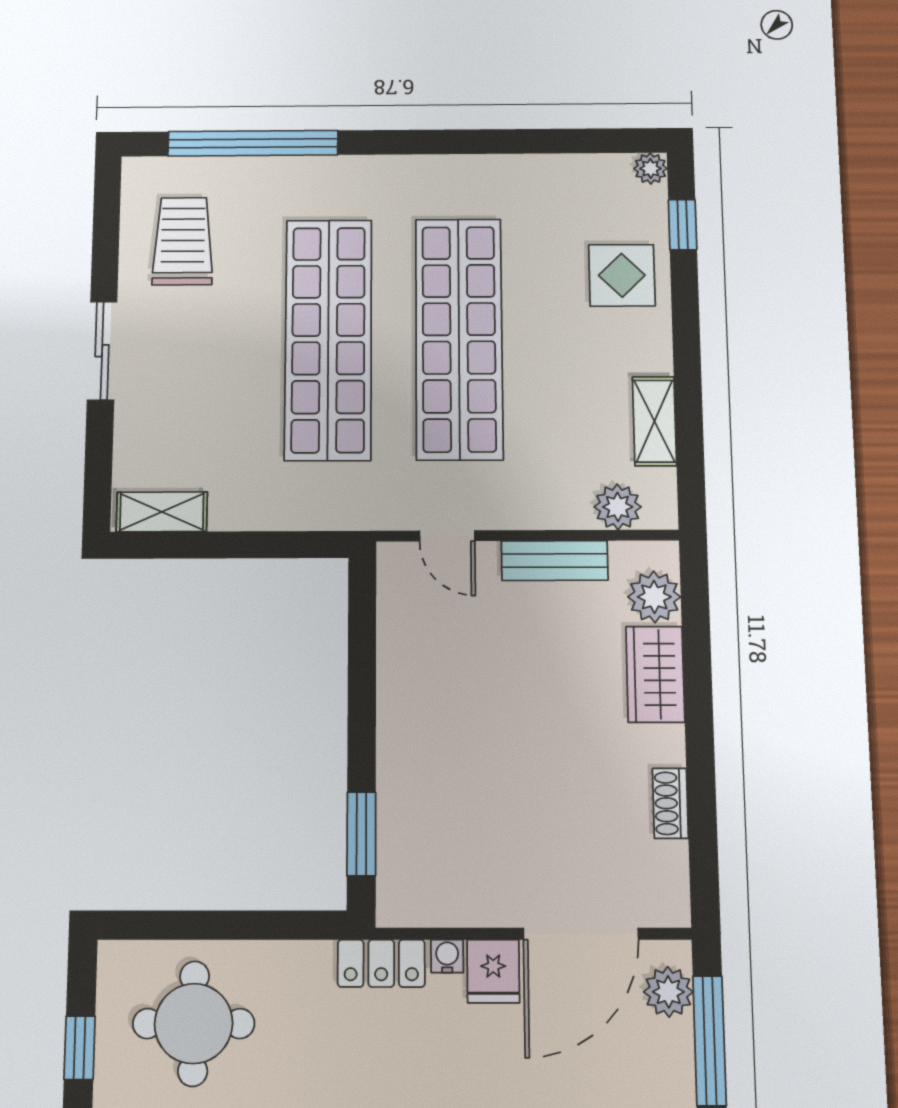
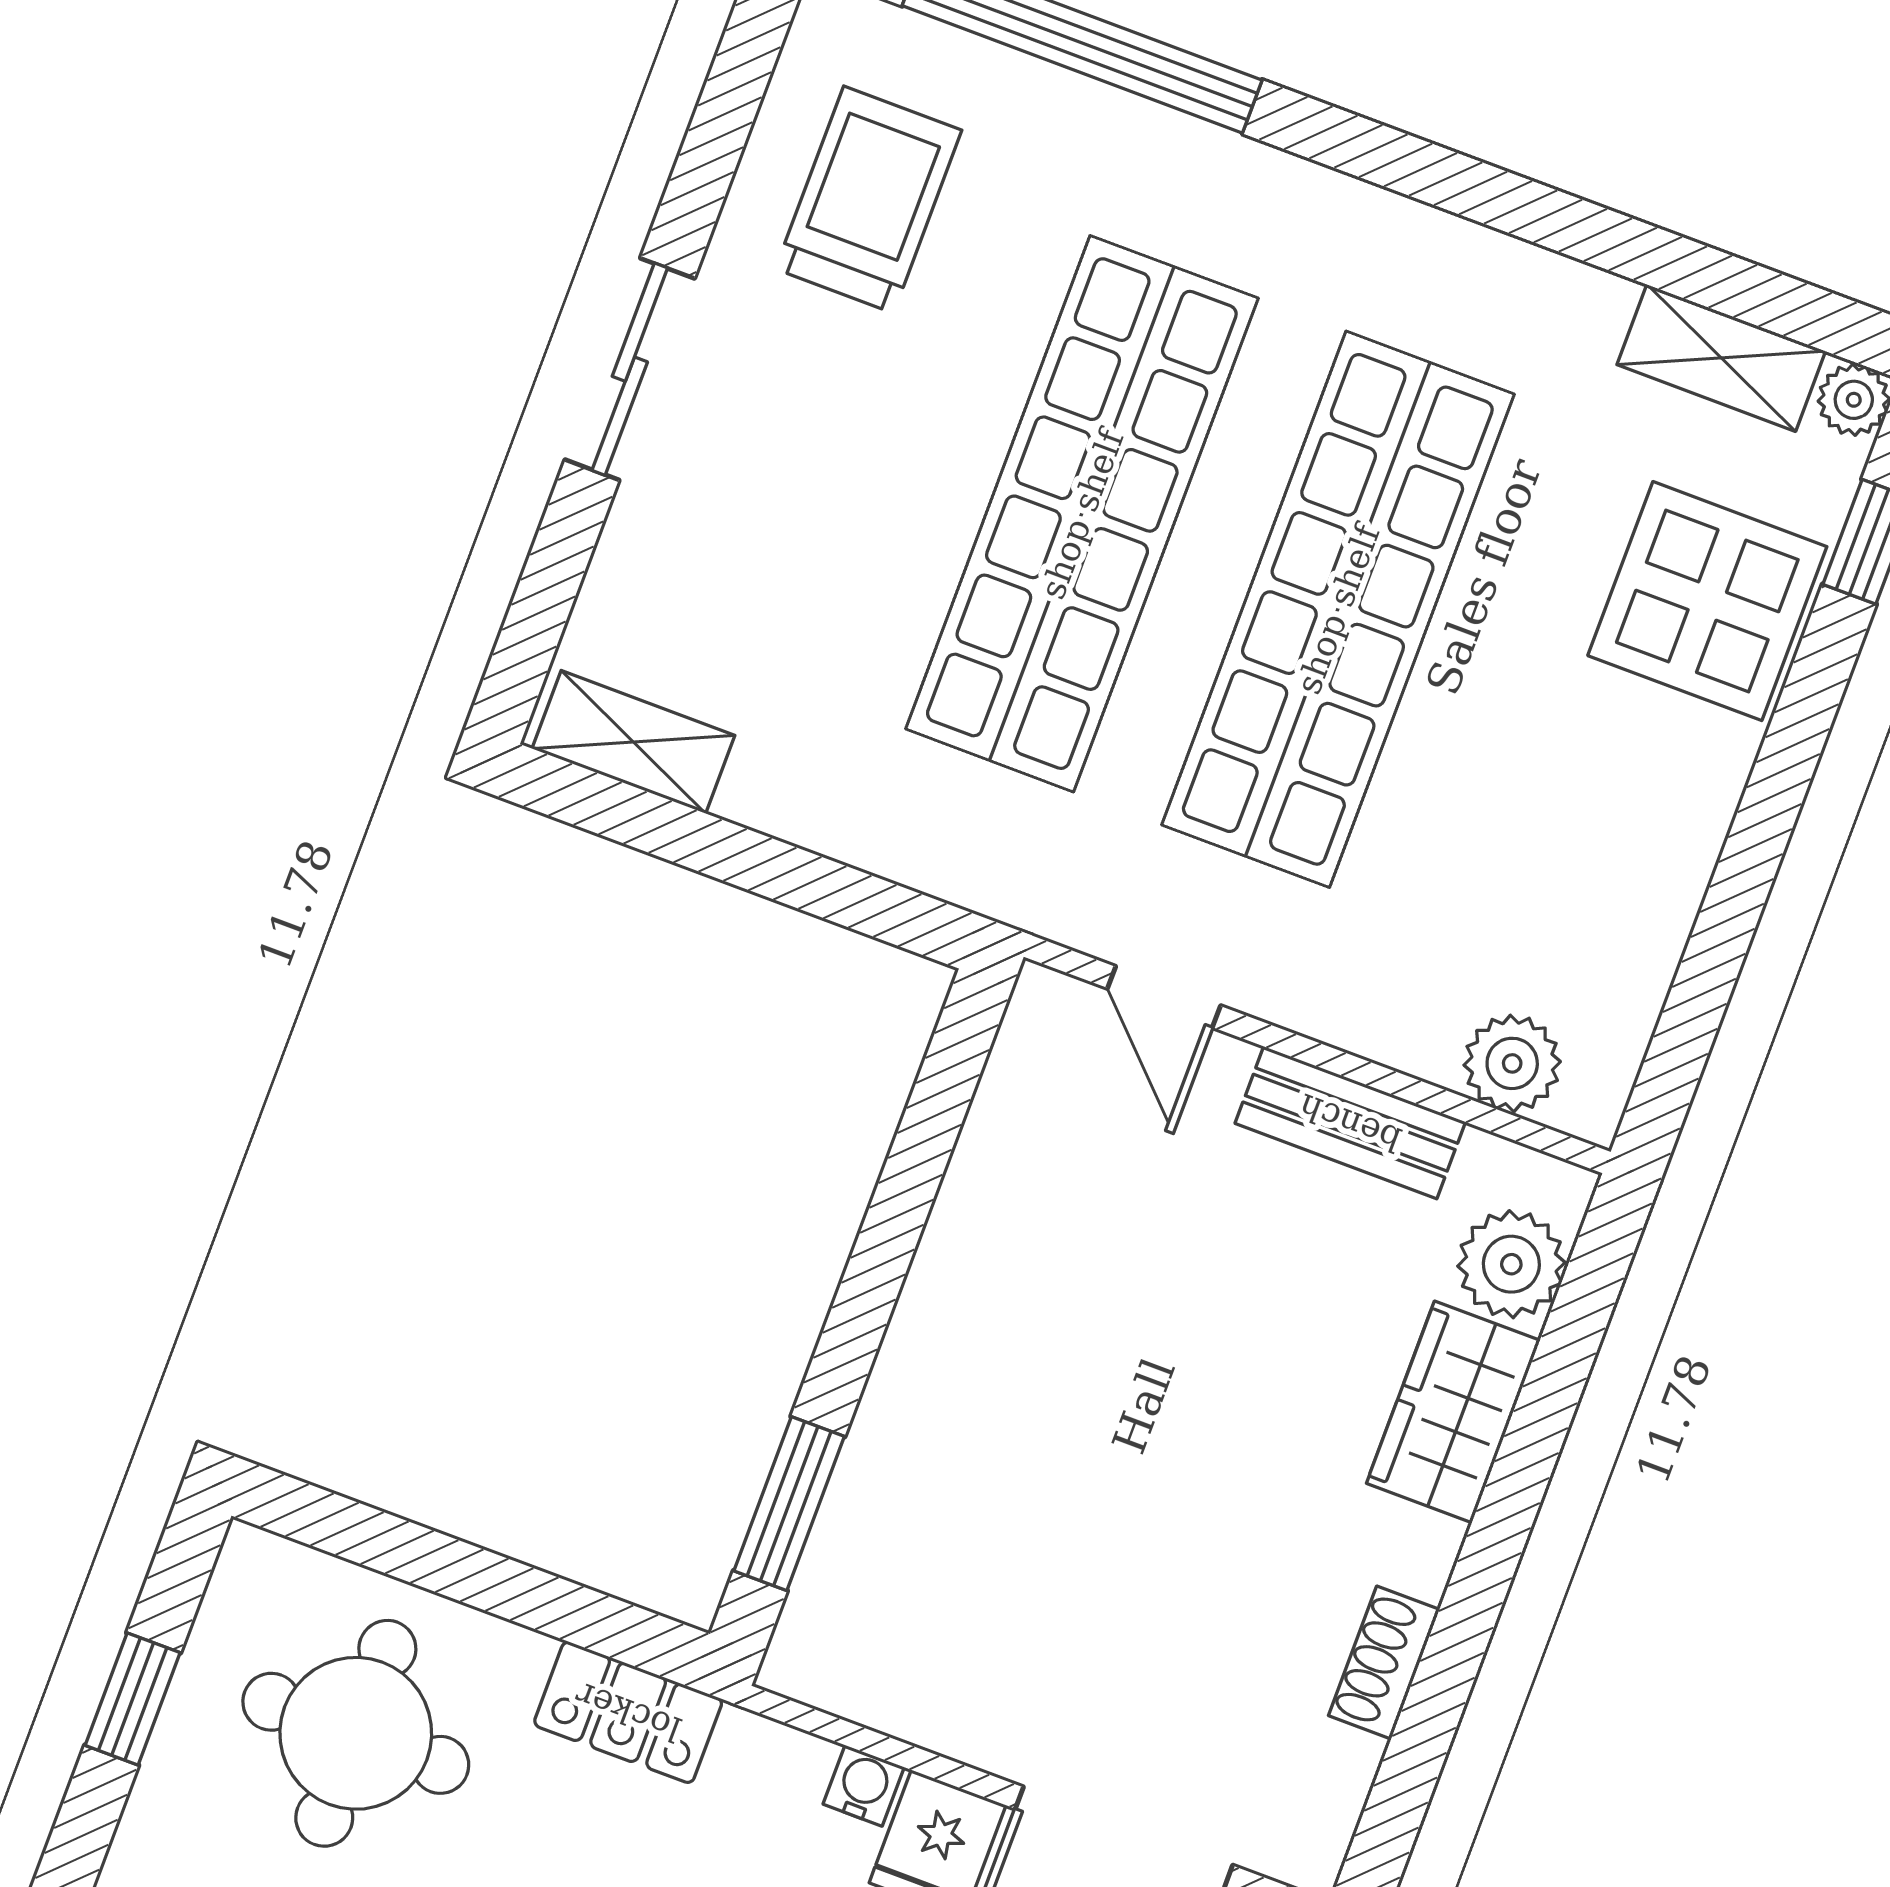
display table: (622, 275) -> (1707, 601), width x1.36, depth x1.36
shelving: (655, 421) -> (1721, 358), moved, turned 90
locker: (381, 963) -> (628, 1712), moved

